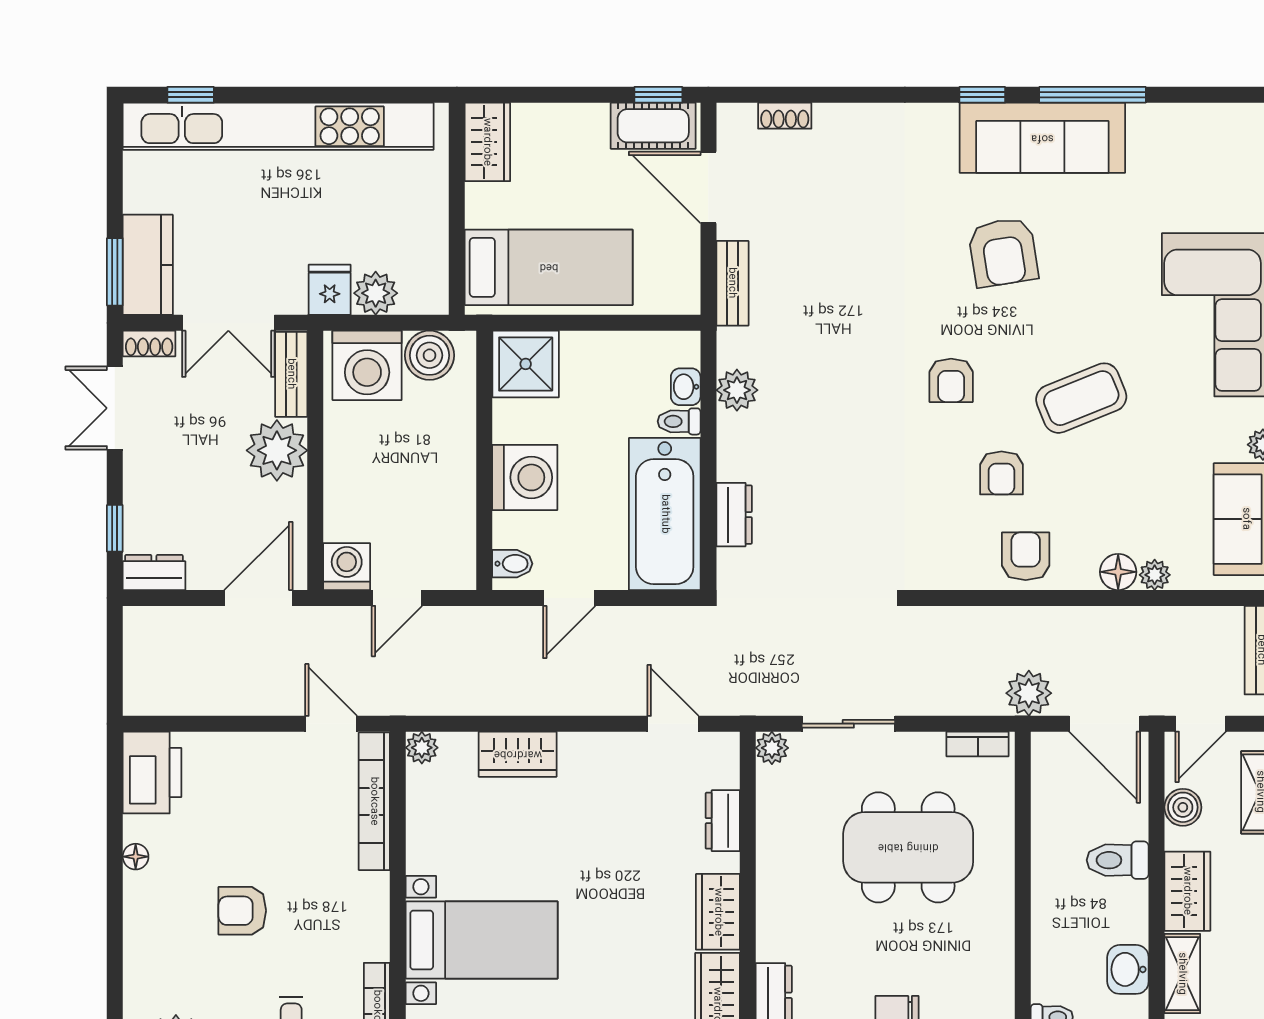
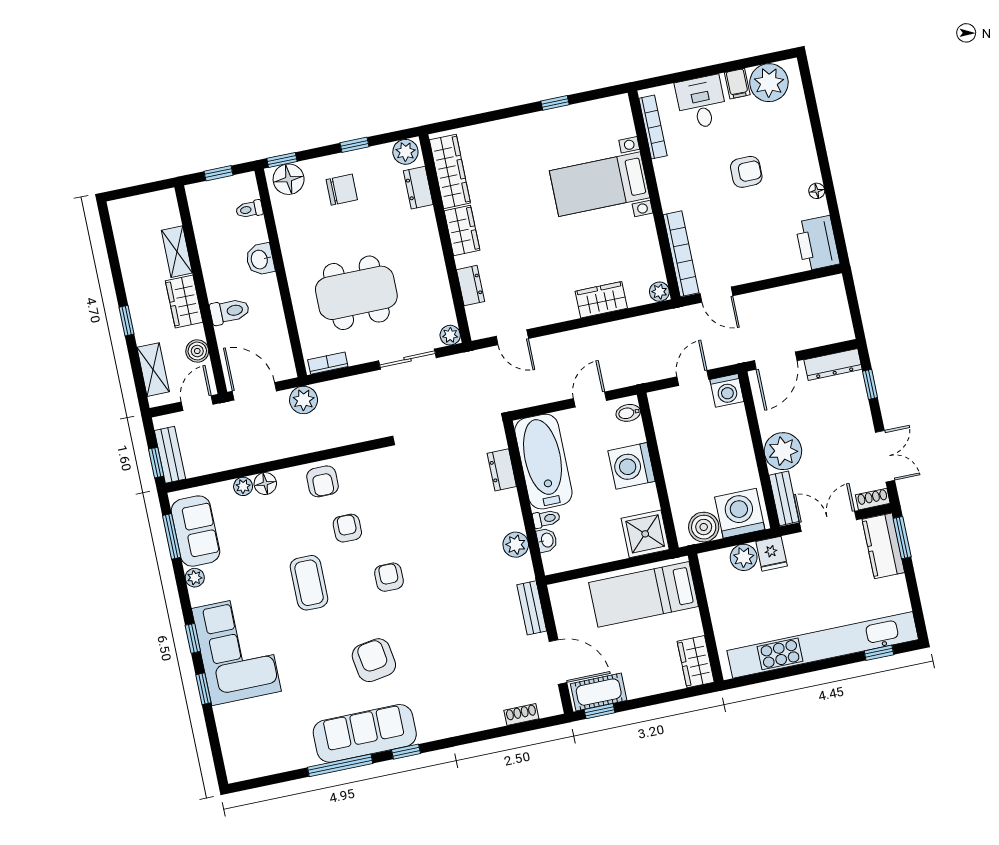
coffee table: (1081, 398) -> (309, 583), turned -68
dresser: (154, 572) -> (833, 365), width x1.44
washbasin: (1128, 969) -> (260, 259), moved, turned 180

